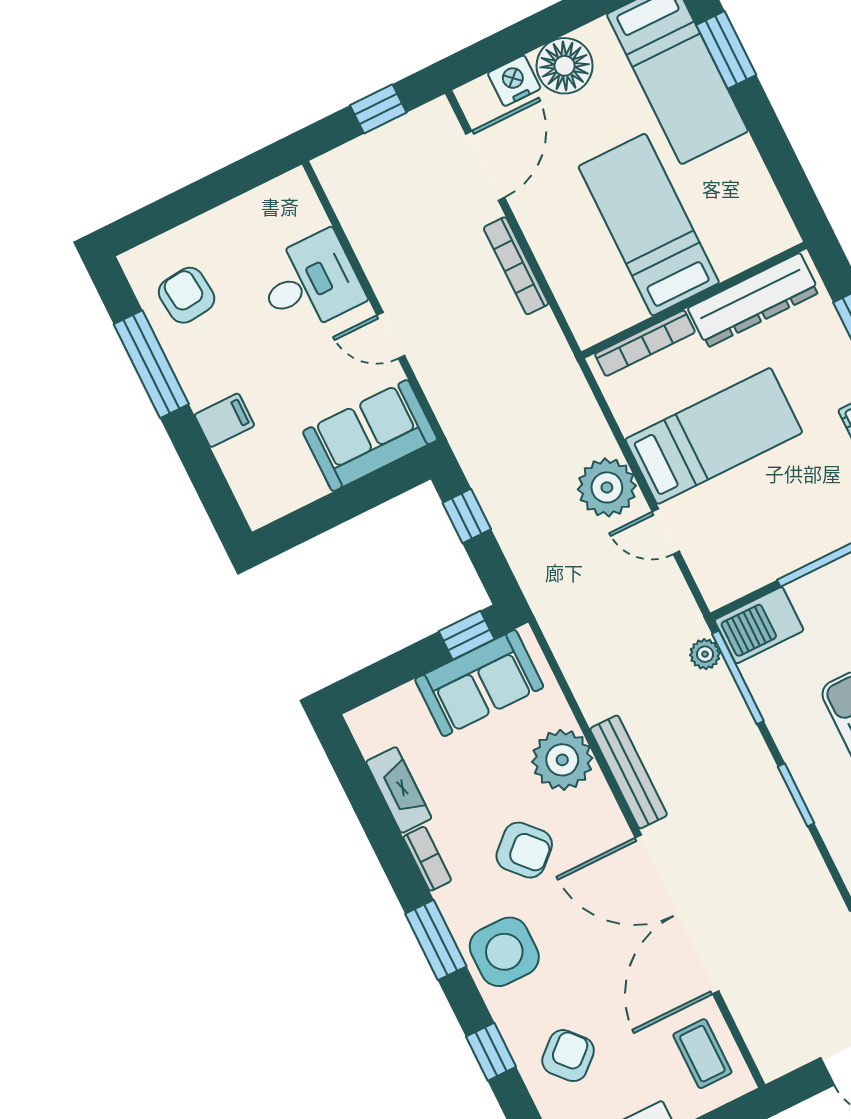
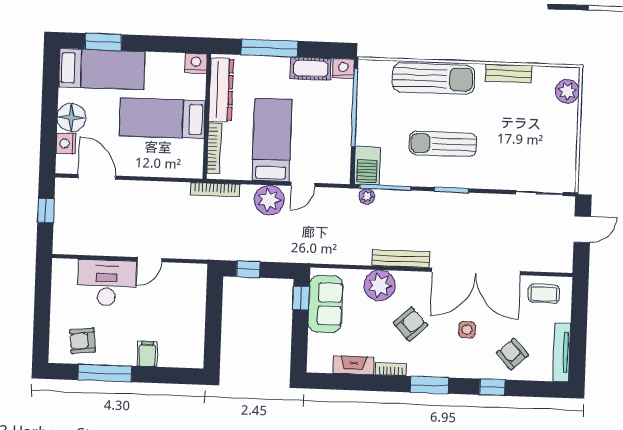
nightstand: (776, 231) -> (196, 63), added
bookcase: (516, 266) -> (215, 190), moved
desk: (310, 283) -> (107, 283), width x1.37
sofa: (370, 436) -> (189, 293), removed
side table: (504, 952) -> (467, 330), moved, width x0.54, depth x0.54

